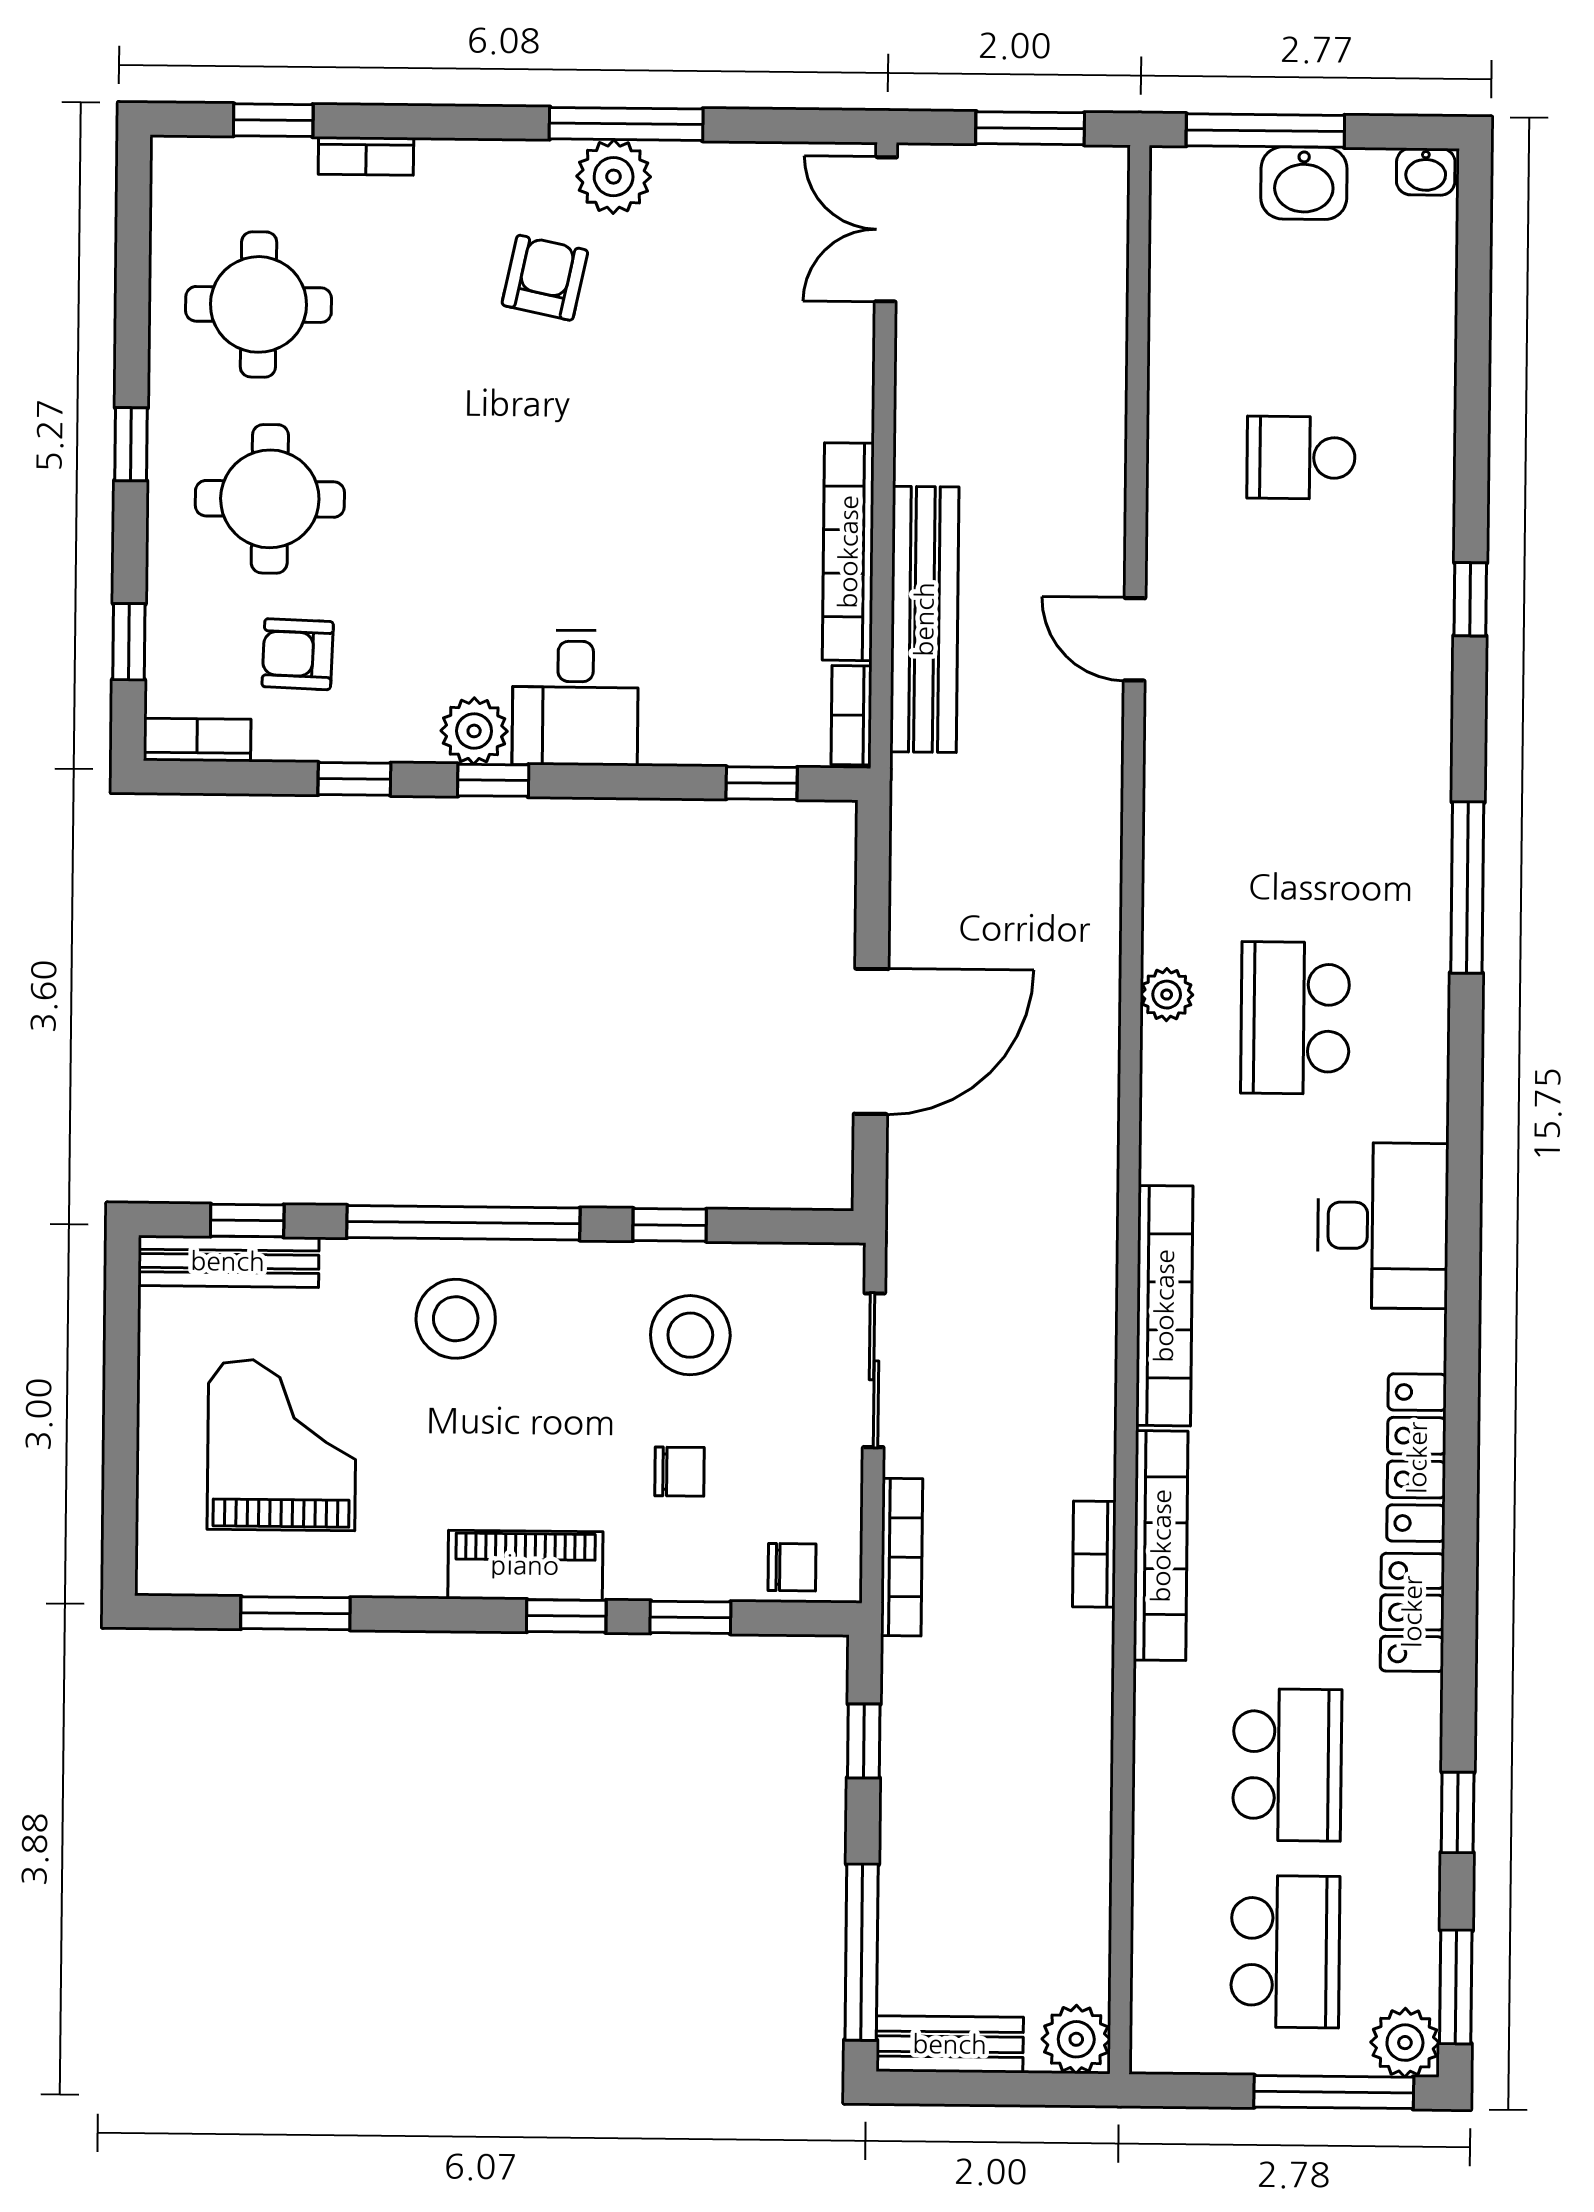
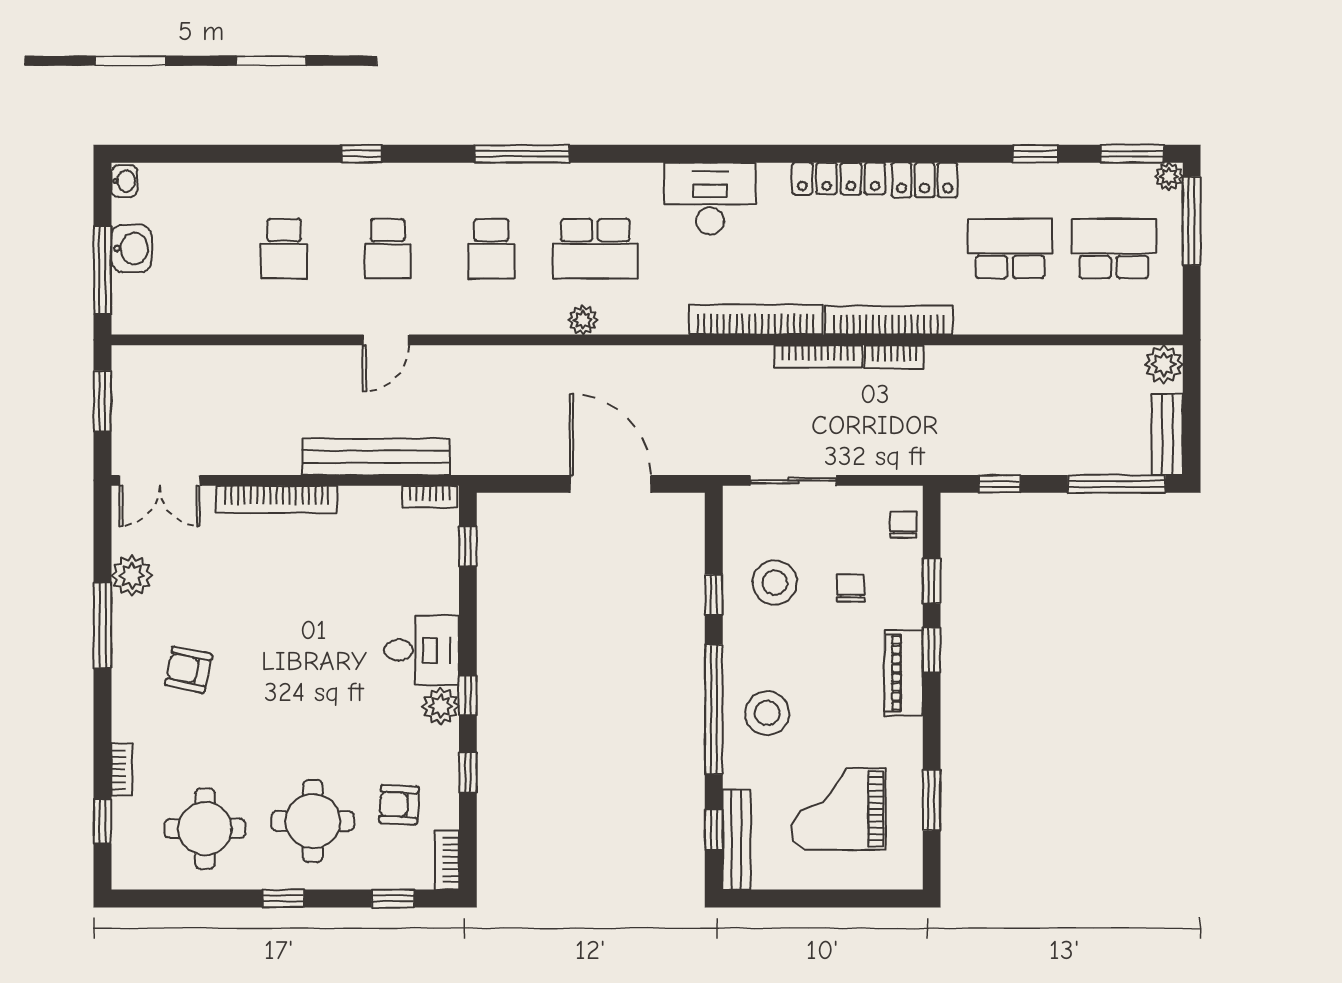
plant: (614, 177) -> (132, 576), moved
bookcase: (848, 552) -> (277, 499), moved
school desk: (1299, 644) -> (388, 249), added
armchair: (298, 654) -> (399, 805), turned 91
school desk: (1297, 831) -> (491, 249), added
bookcase: (902, 1557) -> (818, 356), moved, turned 180
plant: (1405, 2043) -> (1169, 176), width x0.73, depth x0.73

